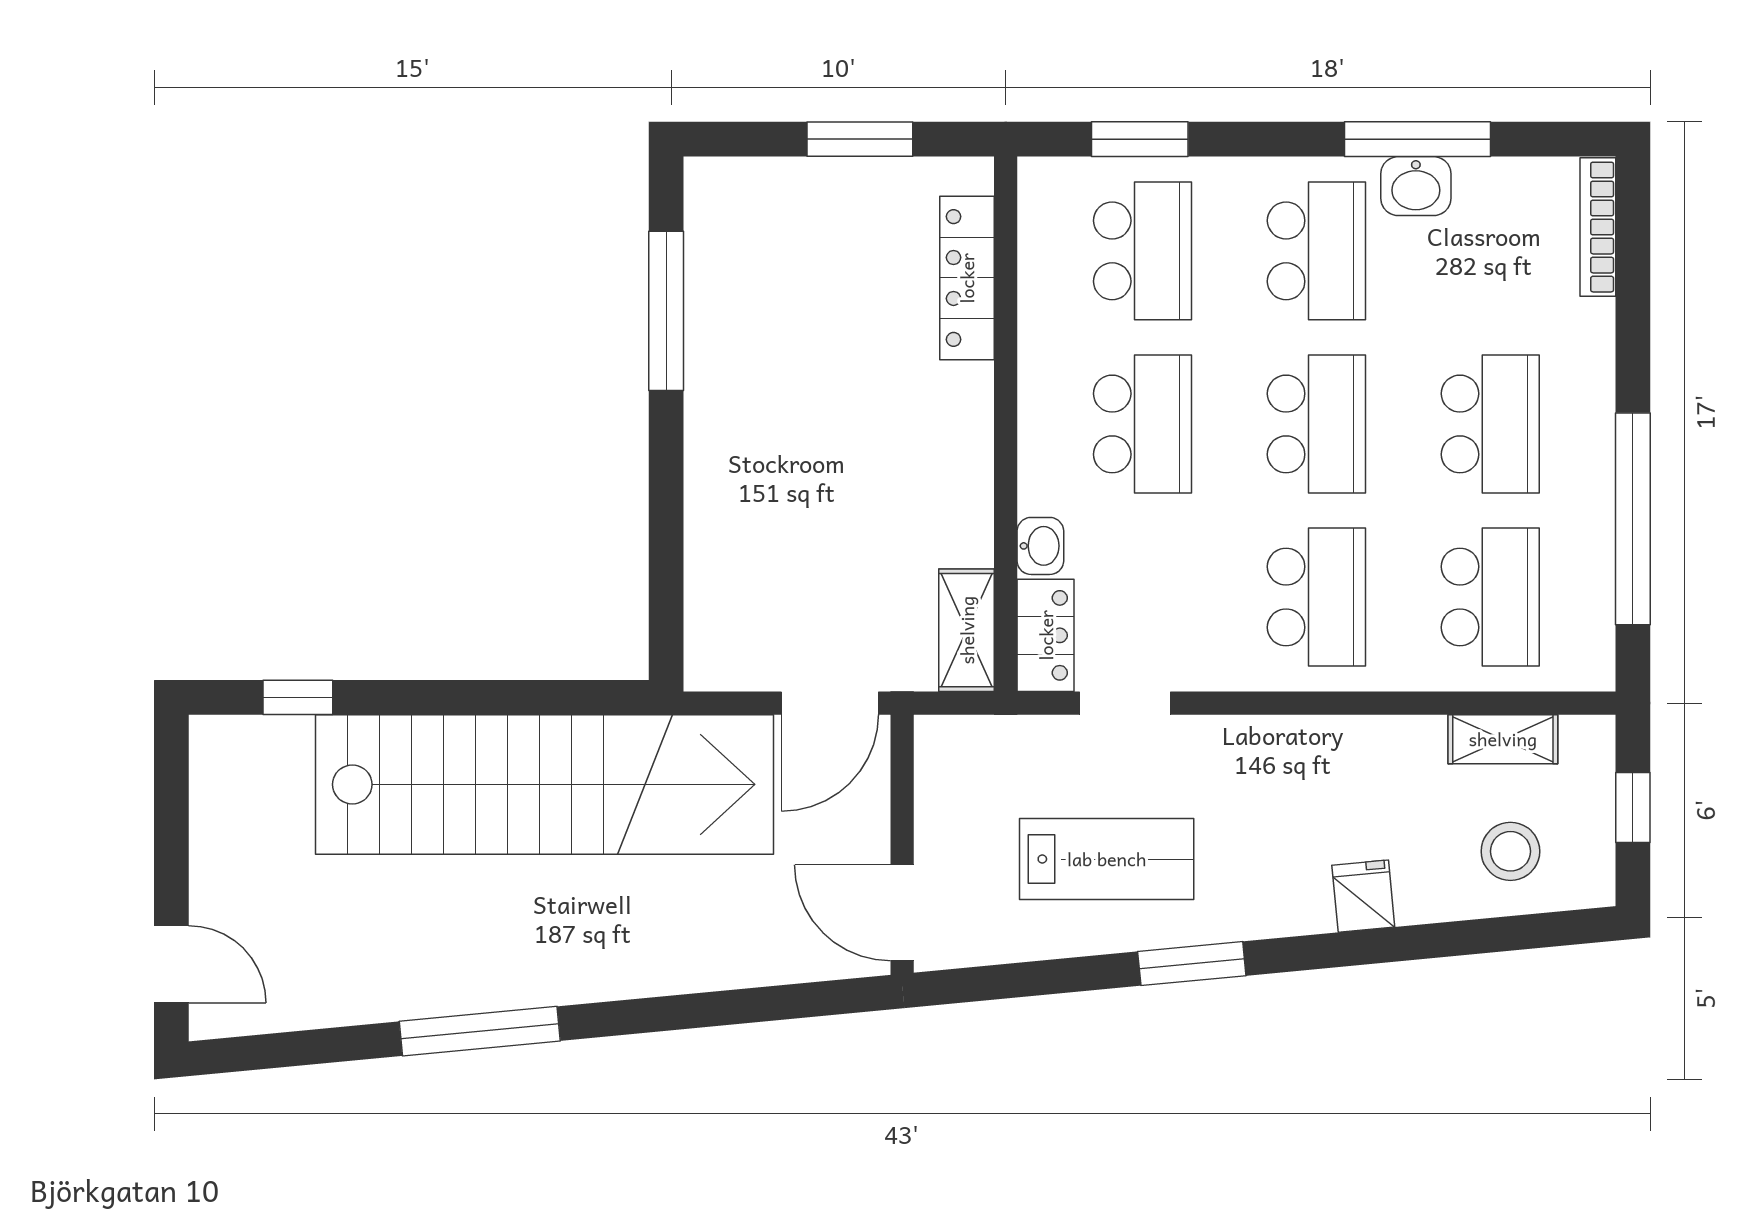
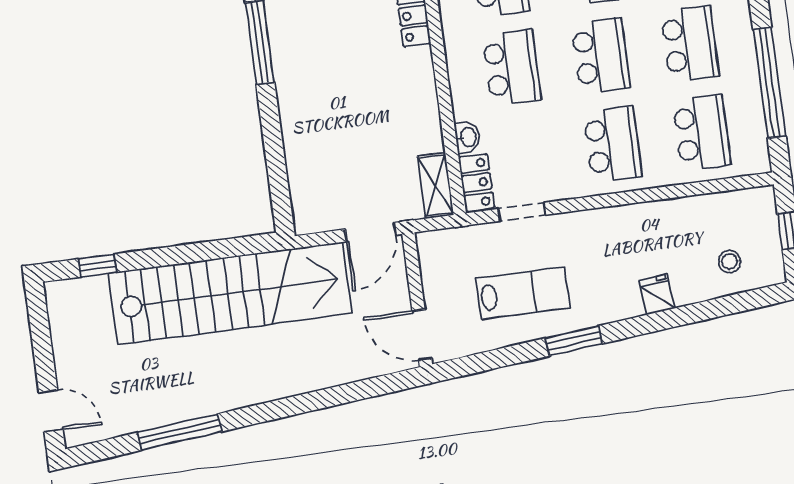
shelving: (1503, 739) -> (718, 205), removed
stool: (1510, 851) -> (729, 262), width x0.73, depth x0.73
window: (480, 1031) -> (180, 432), moved

